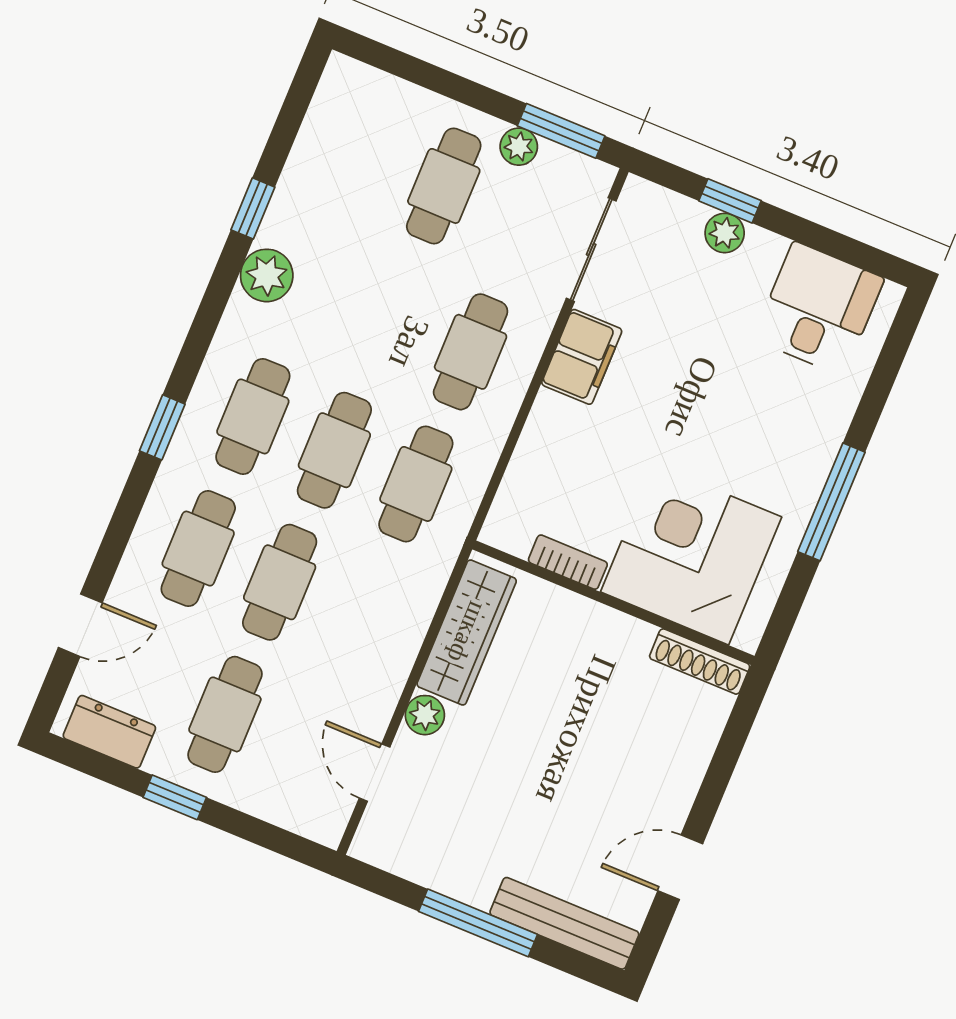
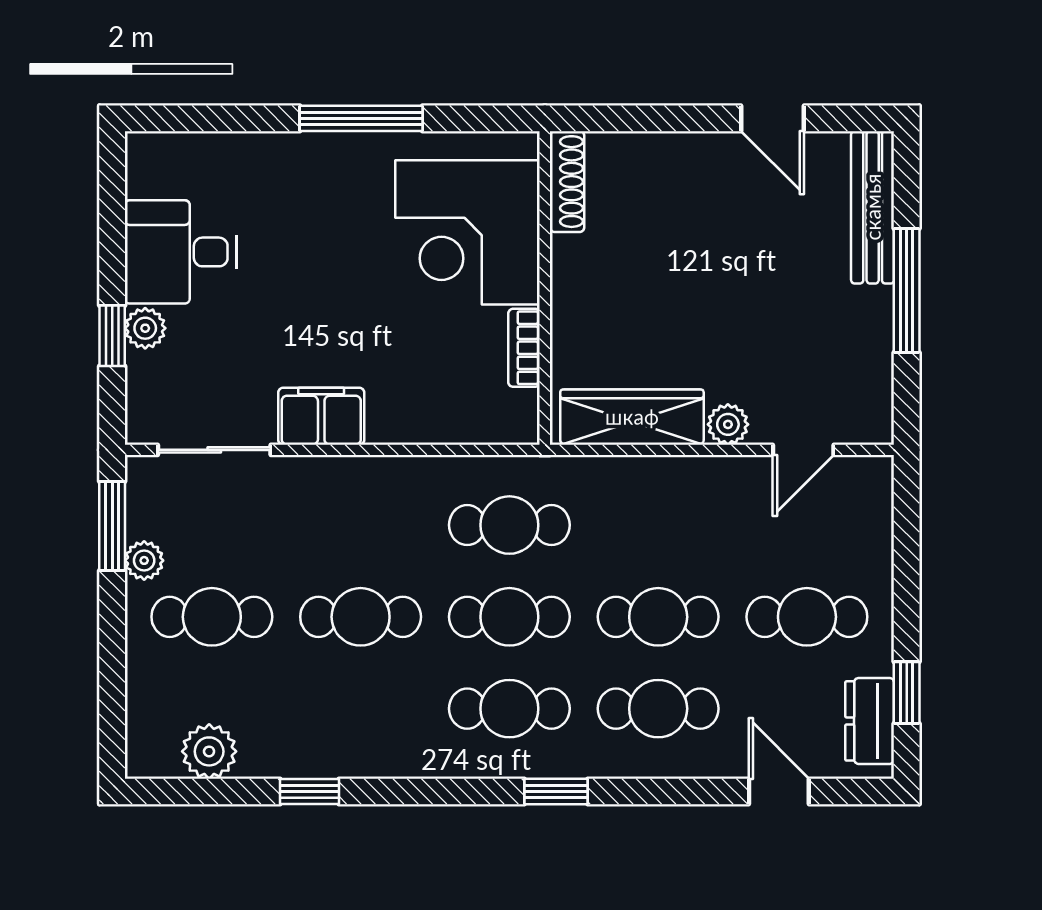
plant: (267, 275) -> (209, 751), moved
desk: (819, 309) -> (181, 252), moved
cafe table: (471, 352) -> (361, 617), moved
window: (175, 797) -> (907, 693), moved

